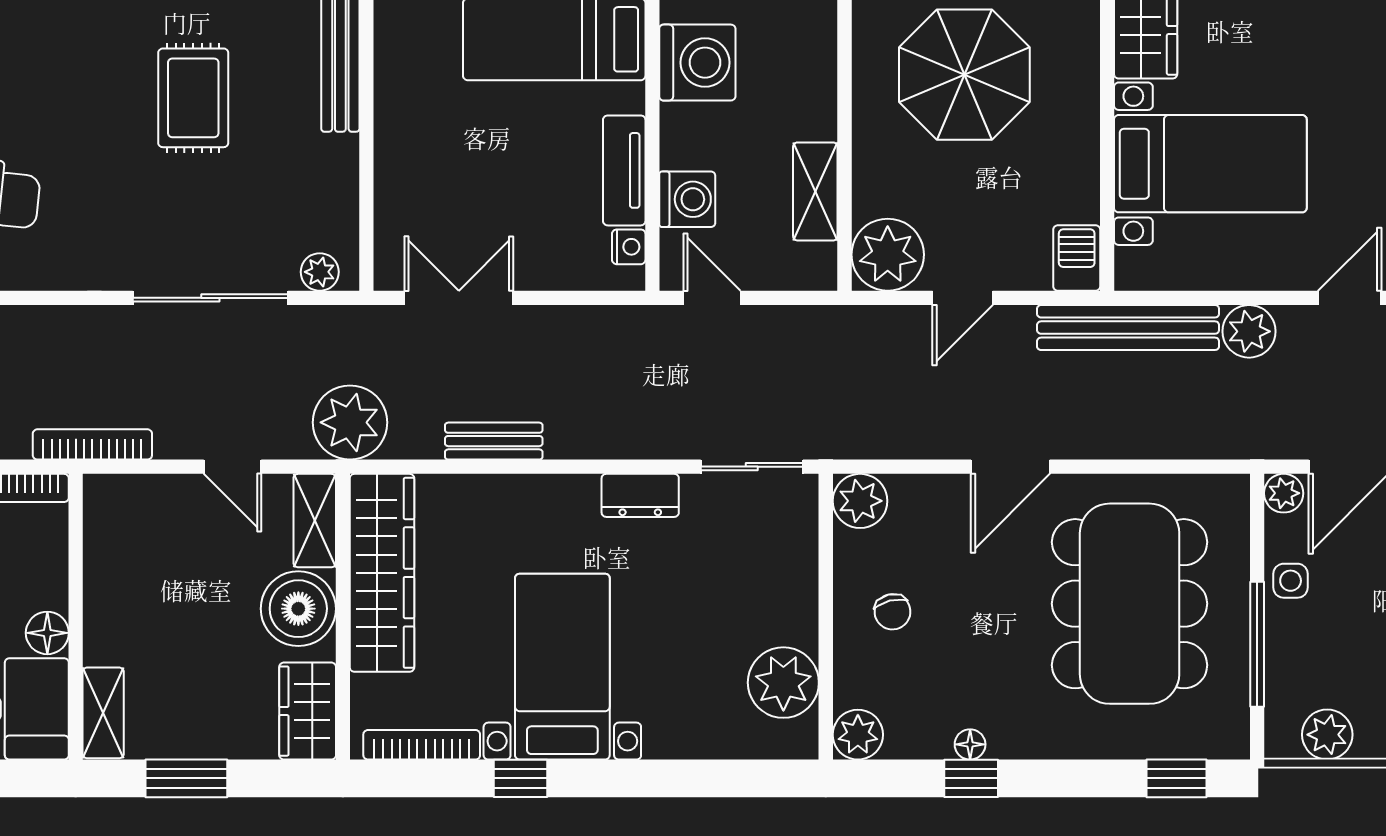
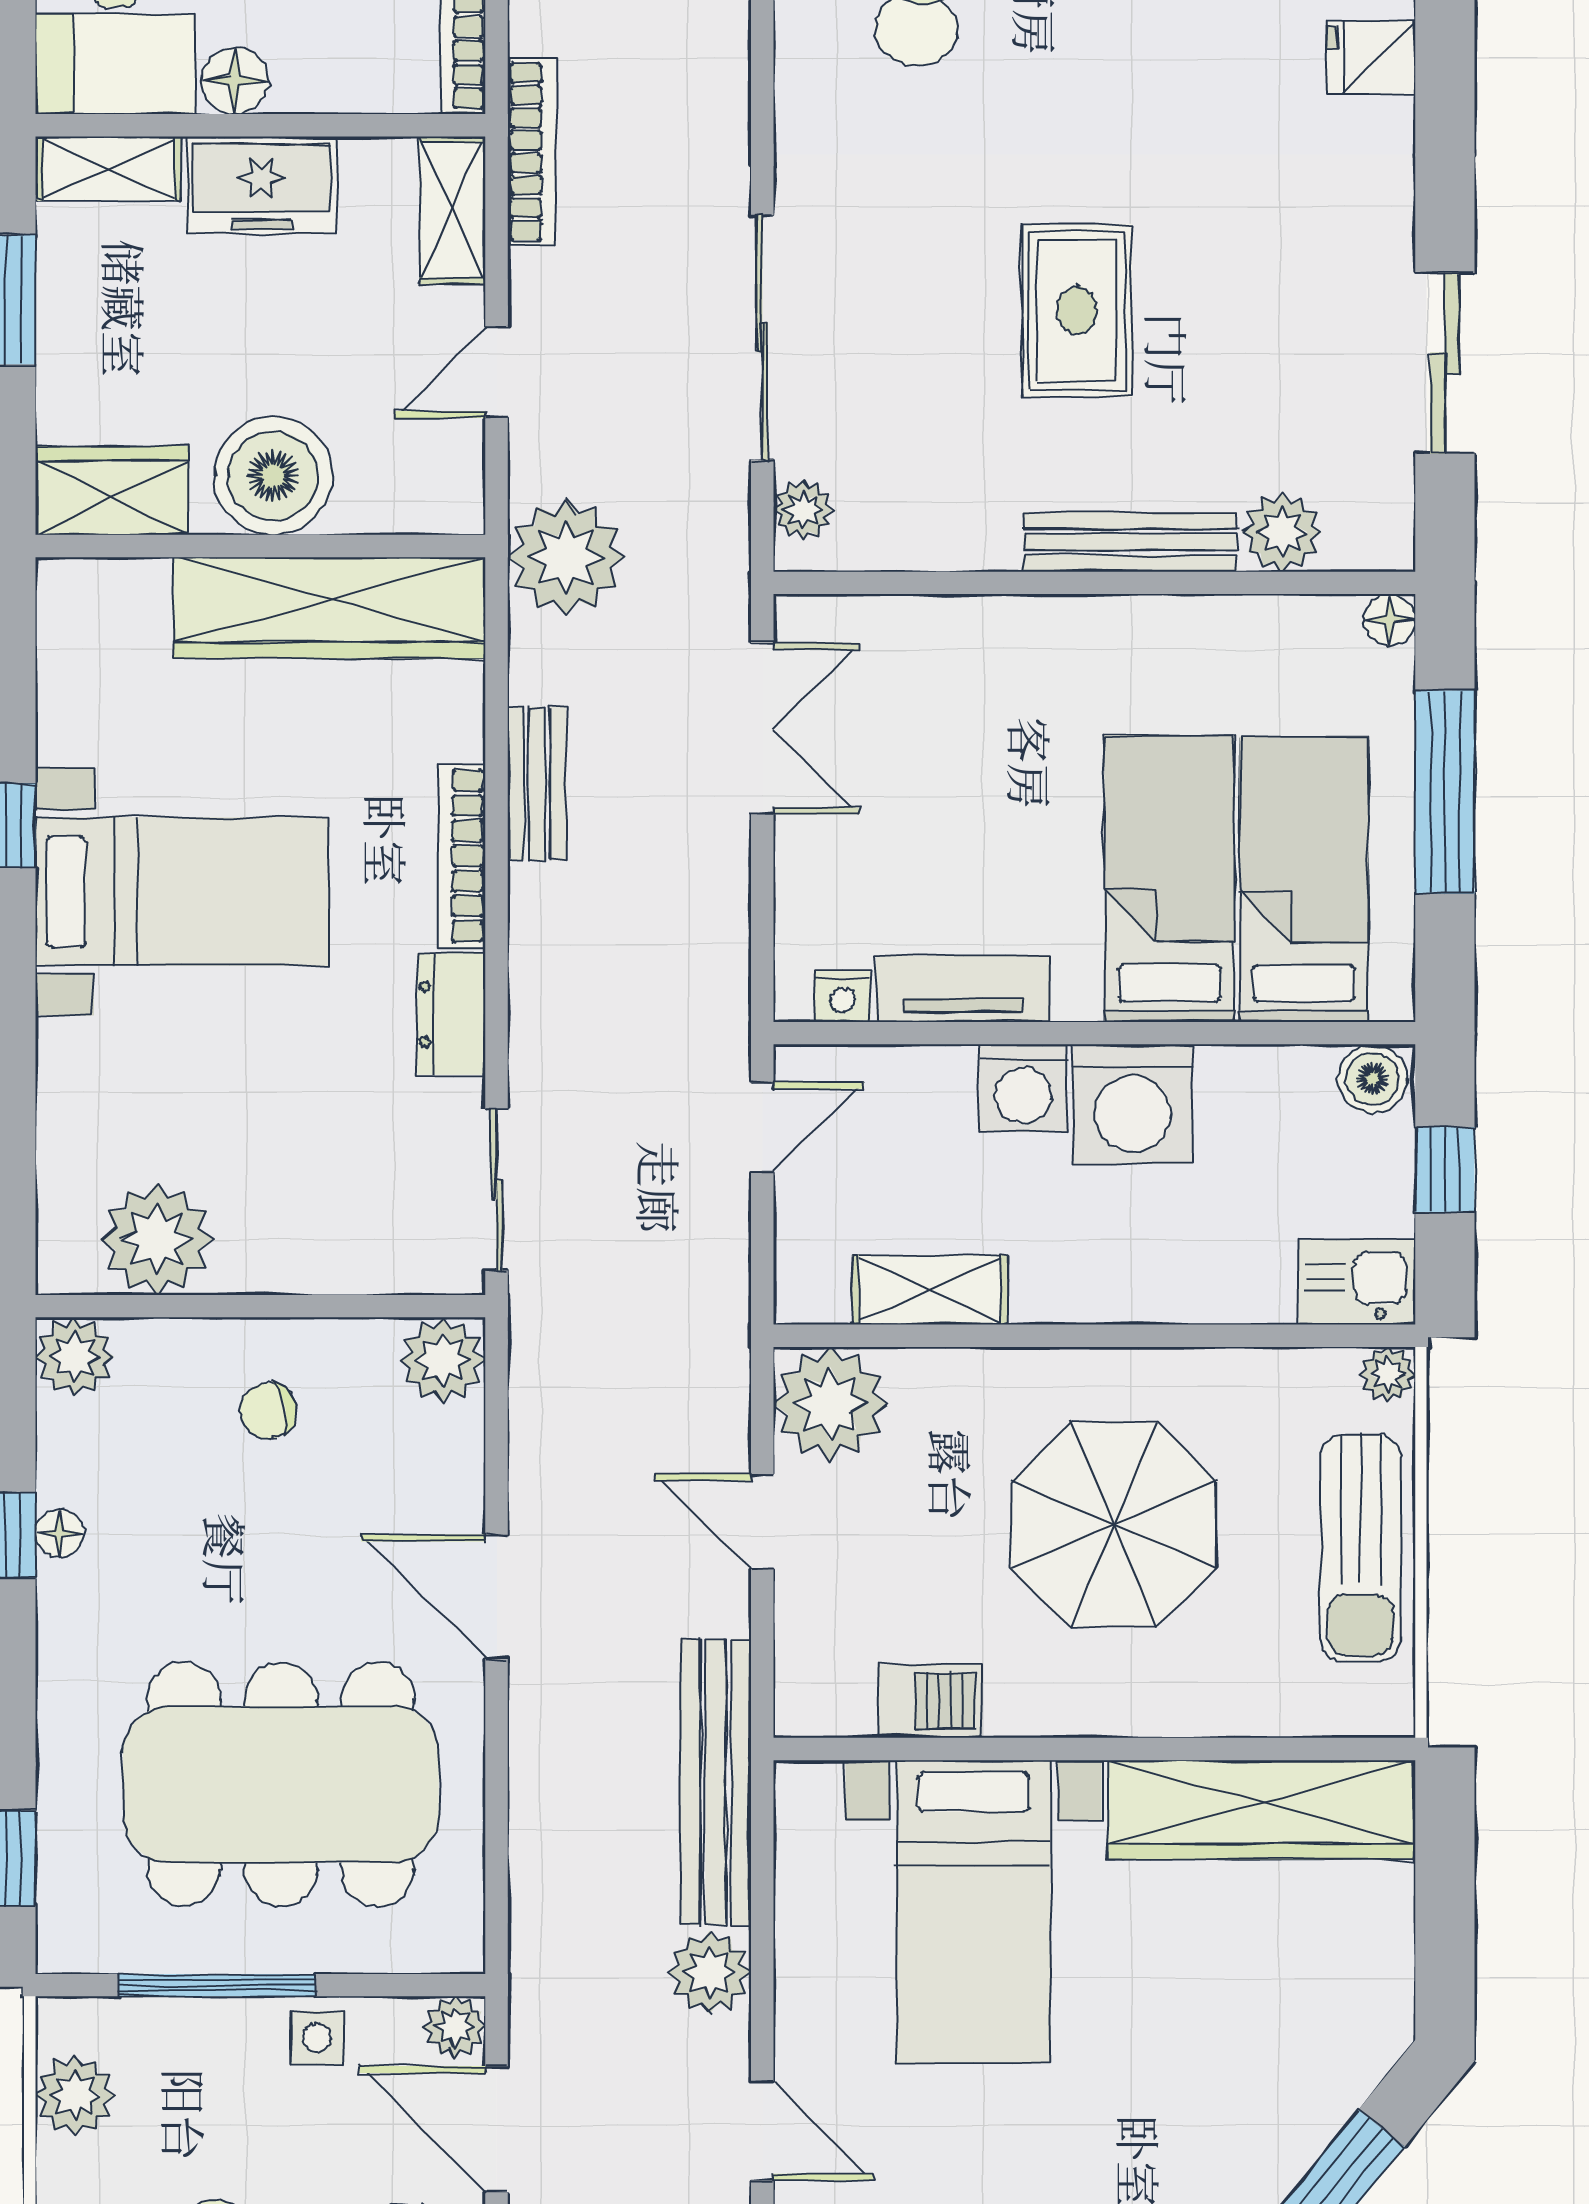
rug: (193, 98) -> (1077, 310), turned 90
washing machine: (687, 199) -> (1023, 1088), moved
barbecue: (1077, 258) -> (929, 1701), moved
shelving: (315, 521) -> (452, 210), moved, turned 90
freezer: (114, 616) -> (261, 185), added
bookcase: (422, 745) -> (462, 856), moved, turned 180

